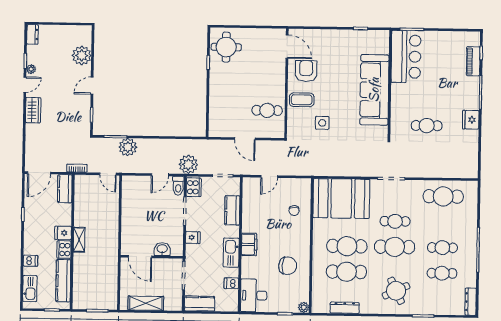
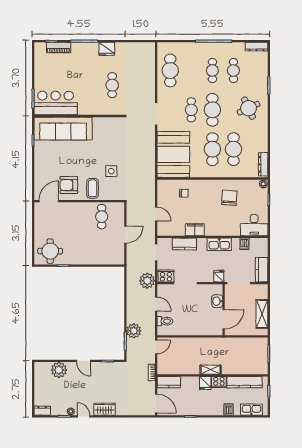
sofa: (374, 90) -> (63, 129), moved
toilet: (178, 186) -> (165, 321), moved
fridge: (193, 237) -> (219, 276), moved
filing cabinet: (249, 244) -> (195, 230), moved
dresser: (345, 308) -> (263, 164), moved

